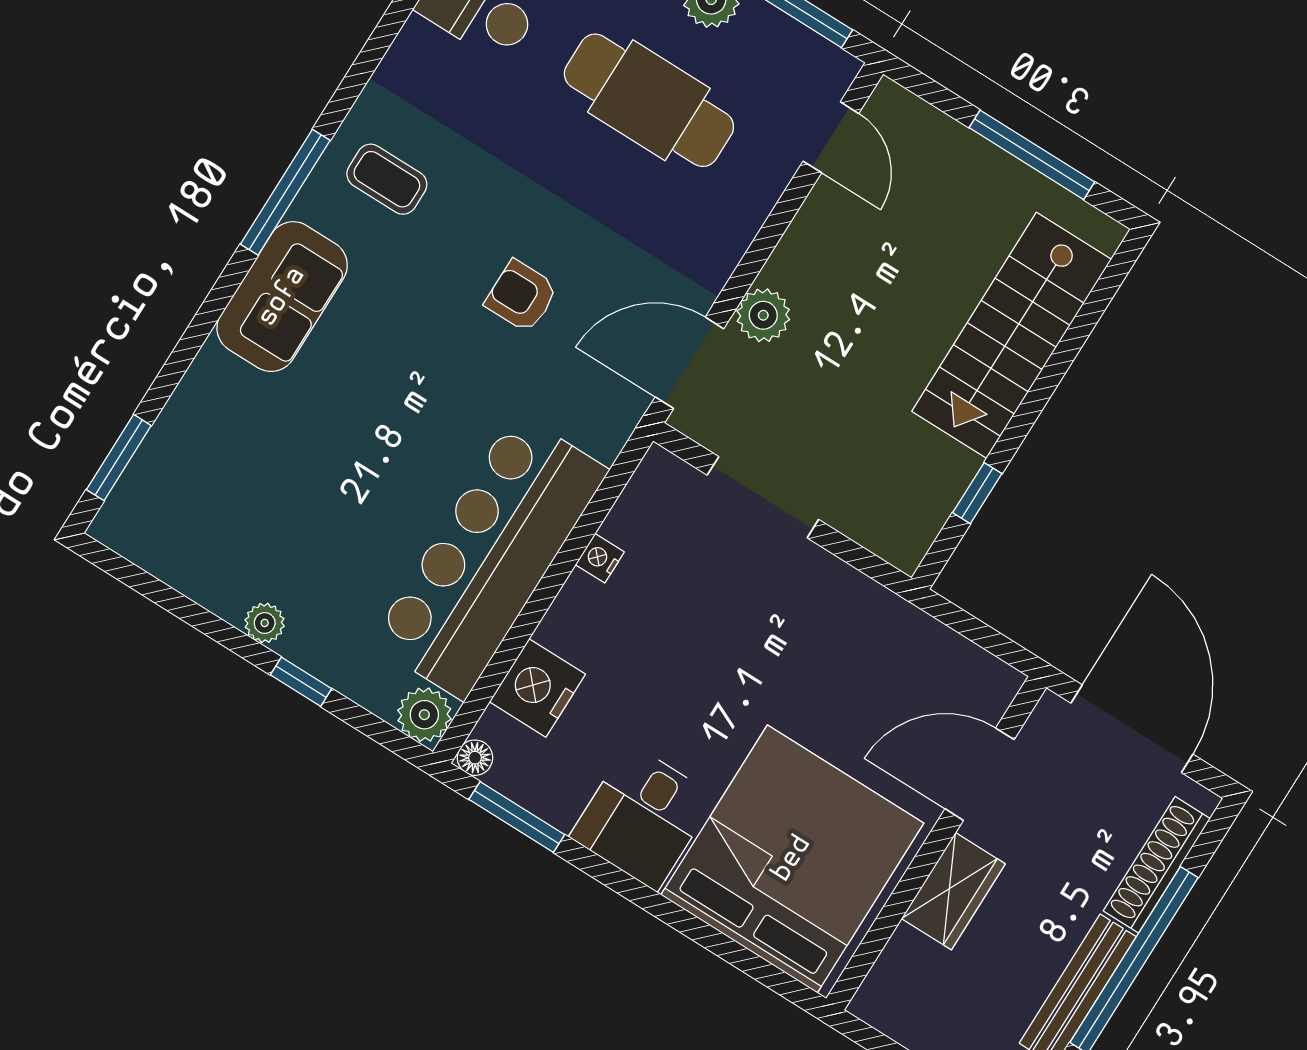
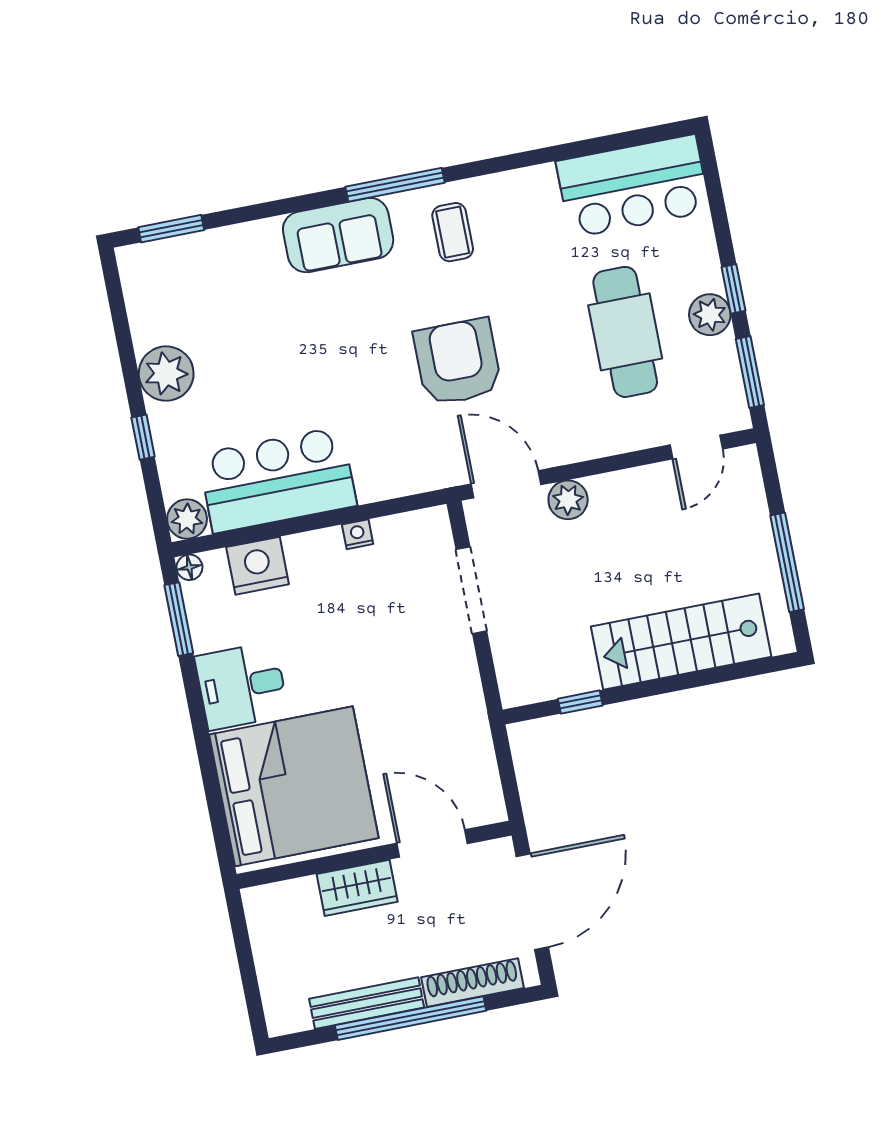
armchair: (521, 296) -> (458, 362), width x1.88, depth x1.88
bar counter: (490, 556) -> (277, 480), width x0.73
plant: (265, 623) -> (166, 374), width x1.87, depth x1.87

